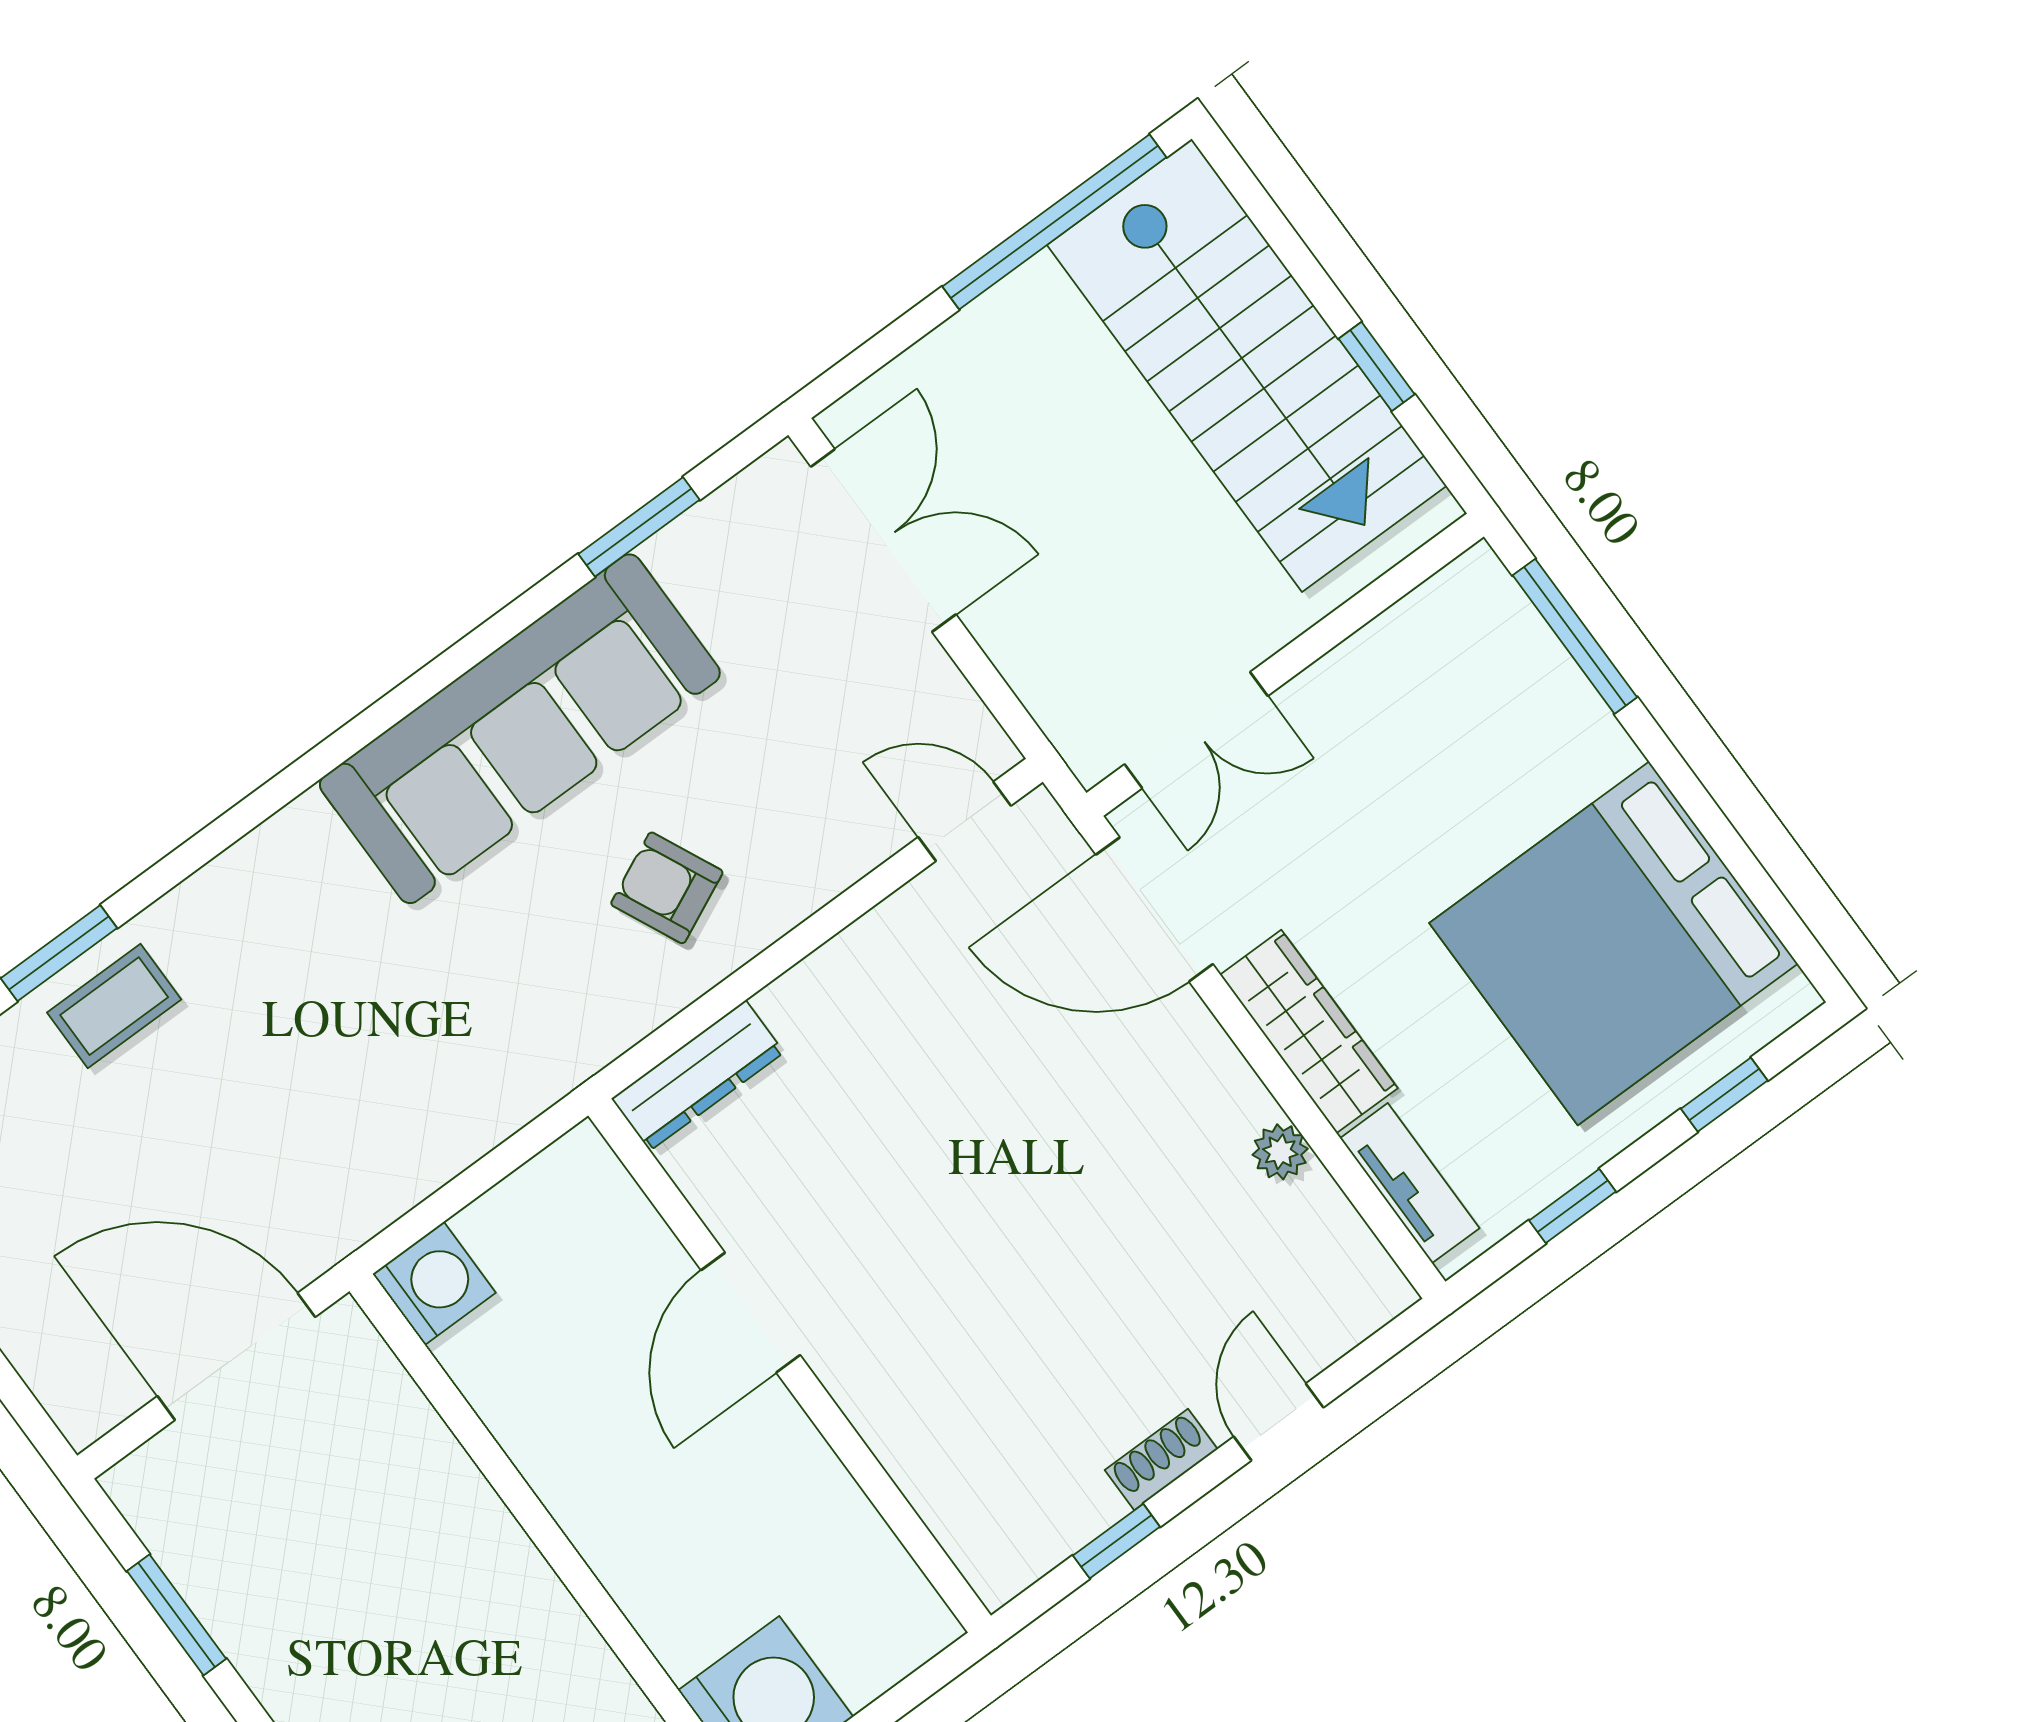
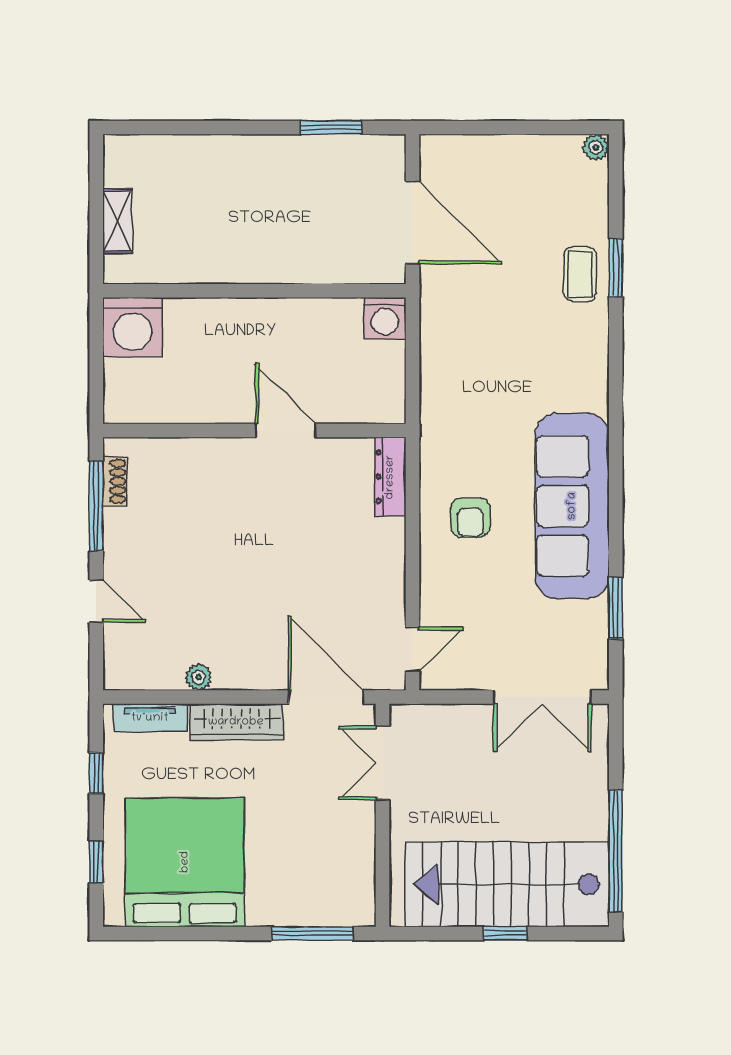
window: (1377, 366) -> (505, 933), moved
armchair: (667, 888) -> (470, 517), turned 115
door: (1154, 909) -> (326, 697), hinge flipped
door: (236, 1356) -> (413, 223), hinge flipped
shoe rack: (1161, 1460) -> (115, 481), moved
window: (1116, 1541) -> (96, 506), width x2.17

